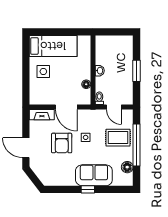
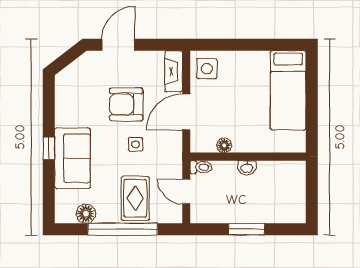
side table: (43, 71) -> (207, 69), moved
door: (114, 107) -> (186, 191), hinge flipped

